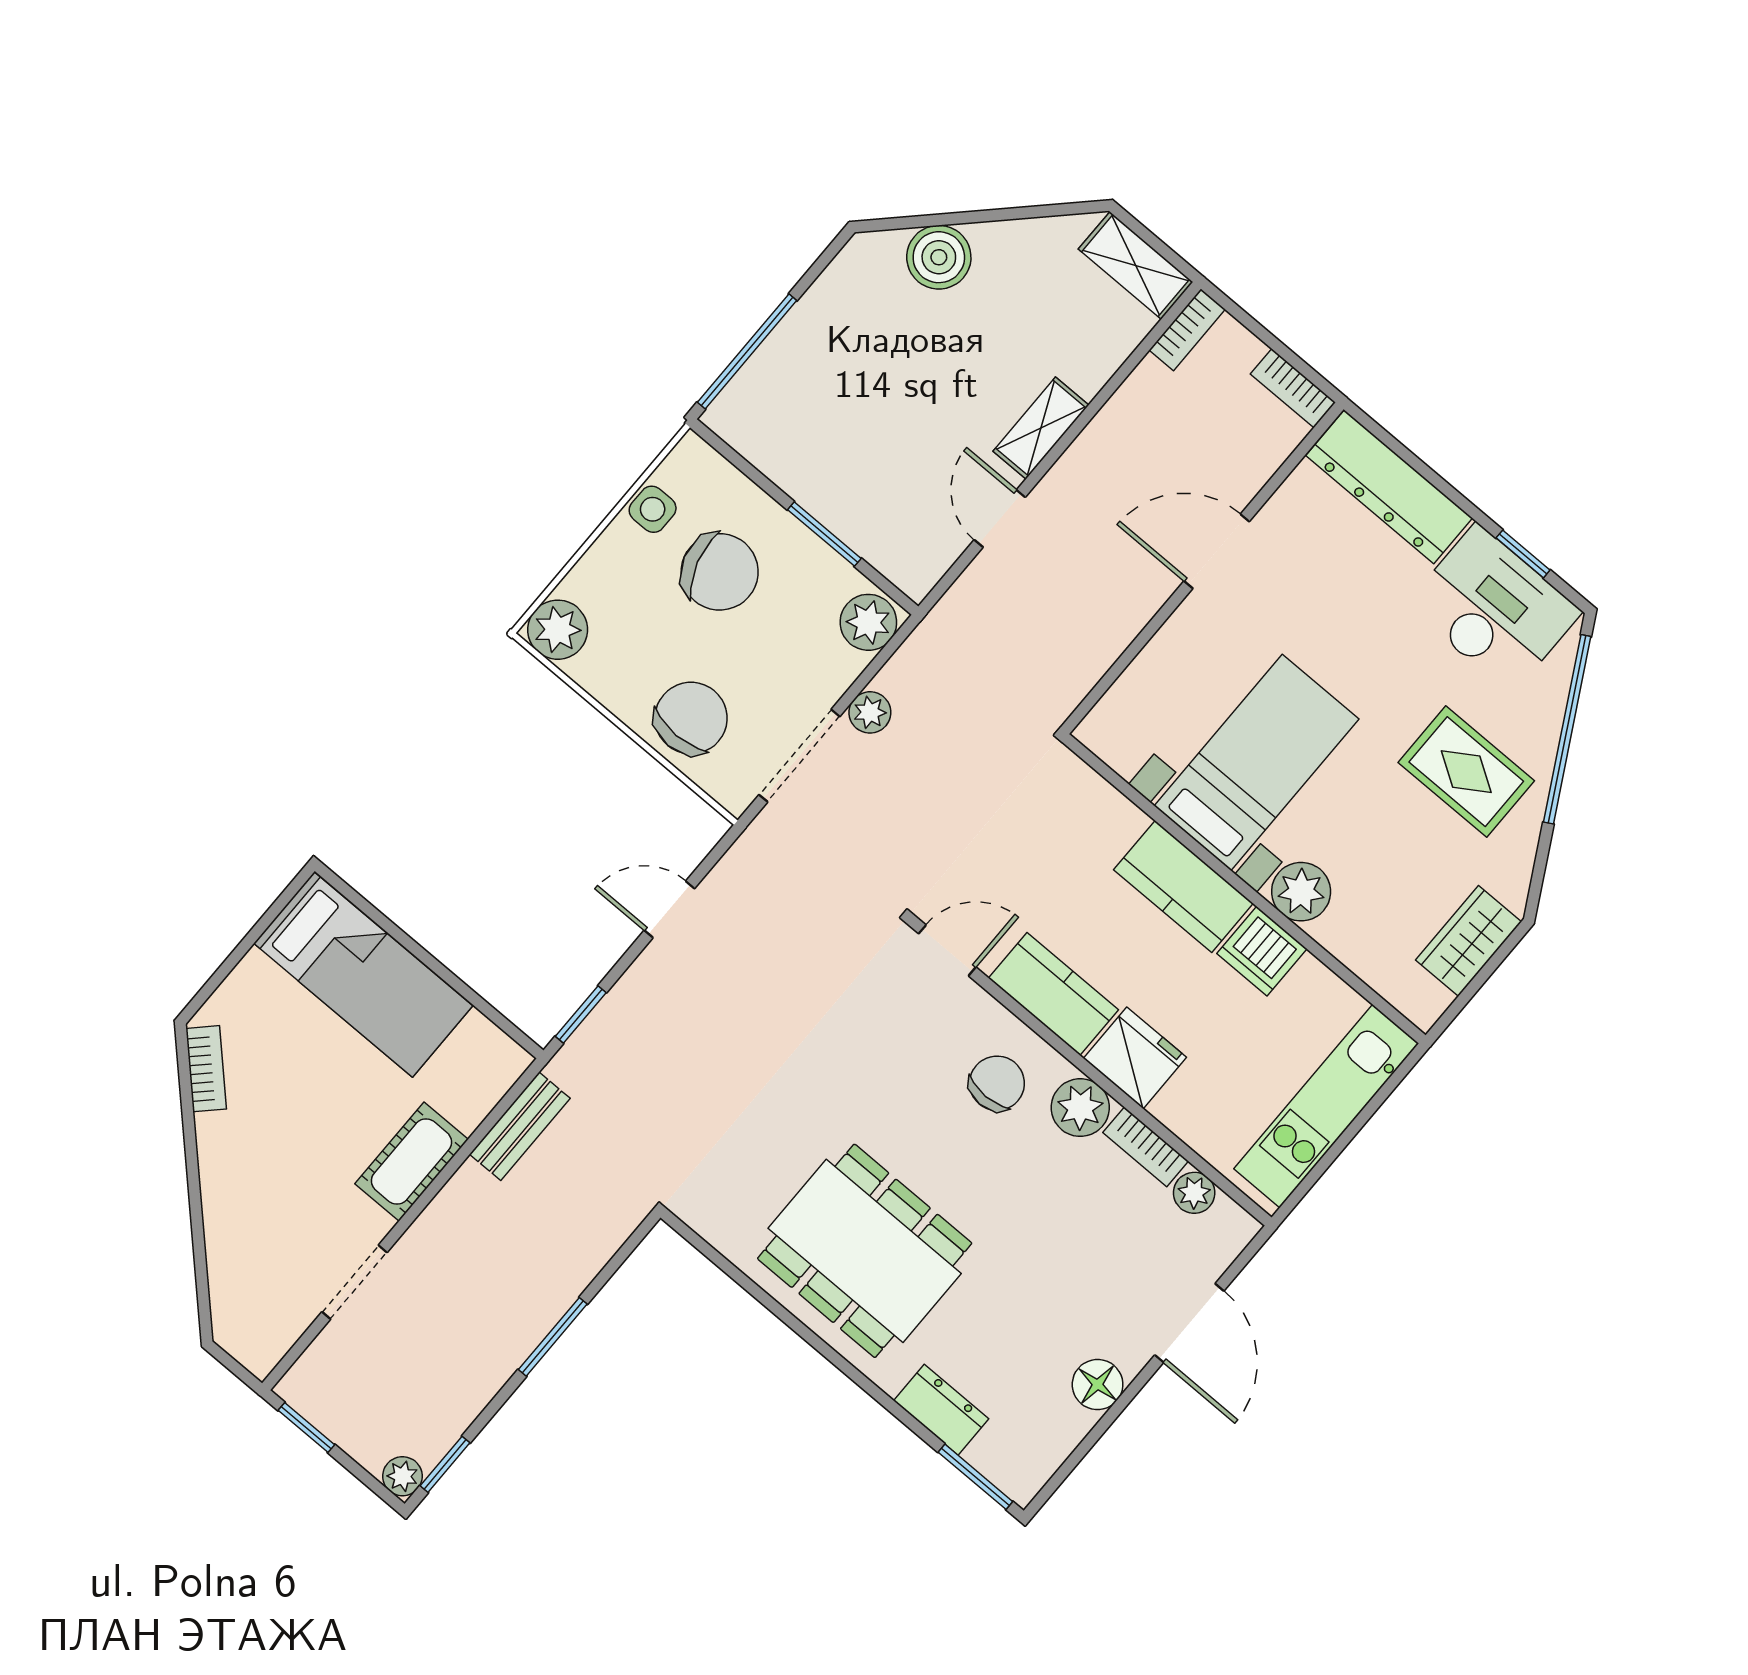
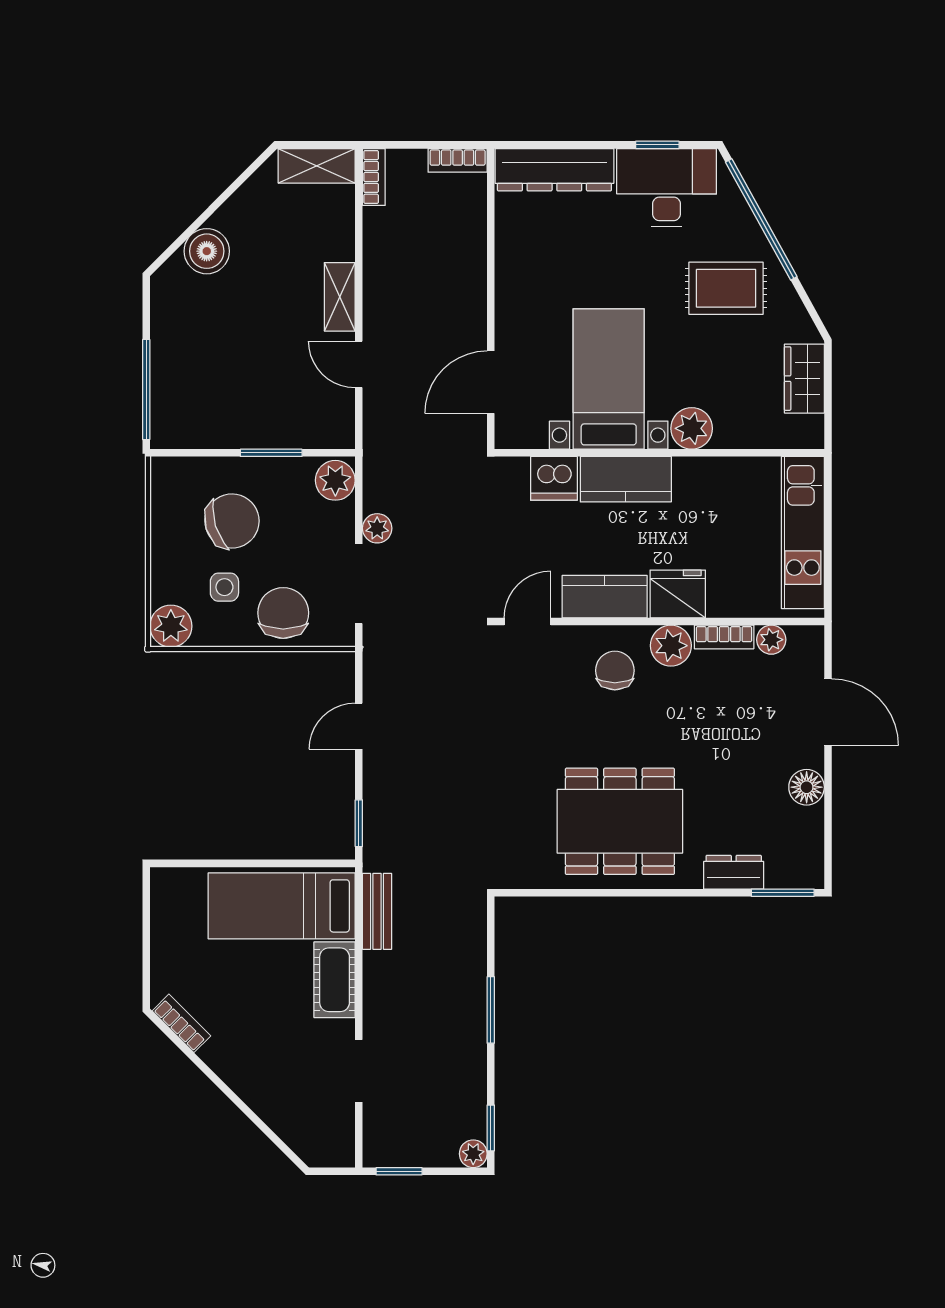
side table: (653, 509) -> (224, 587), moved
door: (1217, 551) -> (491, 382), moved
dishwasher: (1262, 951) -> (554, 478), moved
bed: (363, 975) -> (282, 906), moved, turned 180

